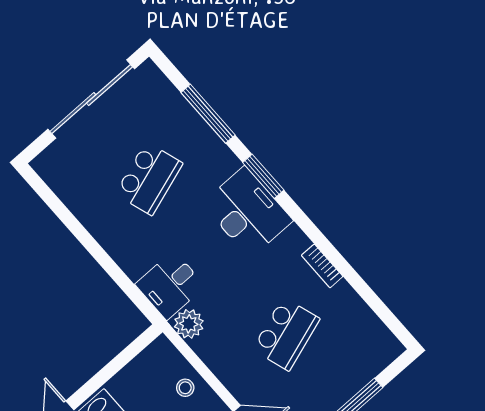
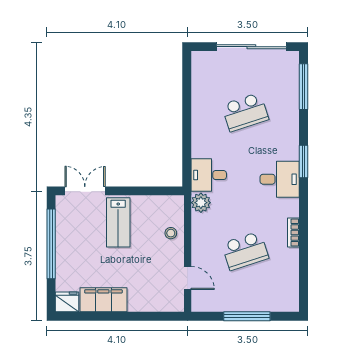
window: (208, 114) -> (303, 87), moved
desk: (247, 212) -> (280, 179), width x0.73

